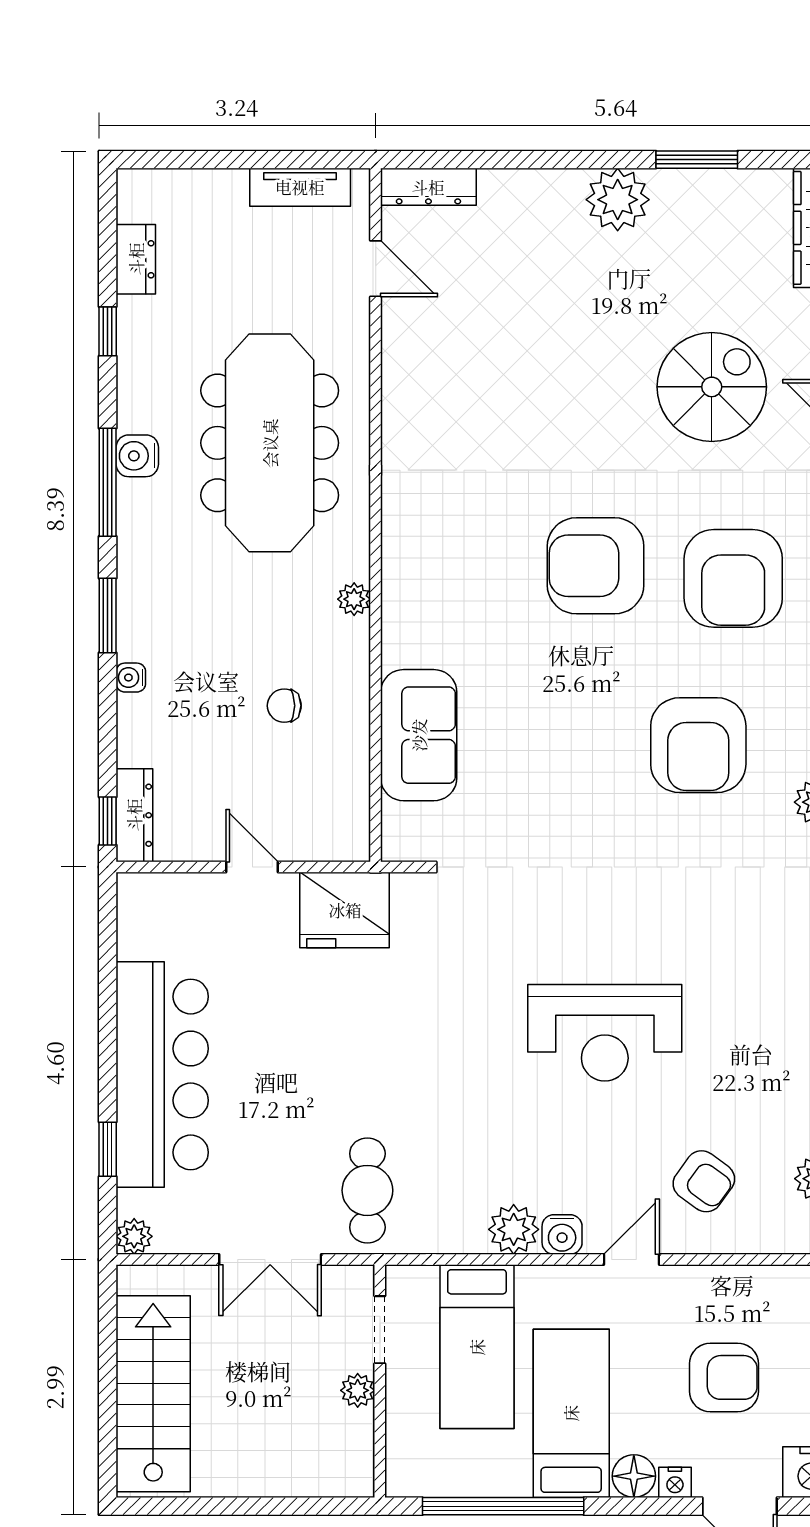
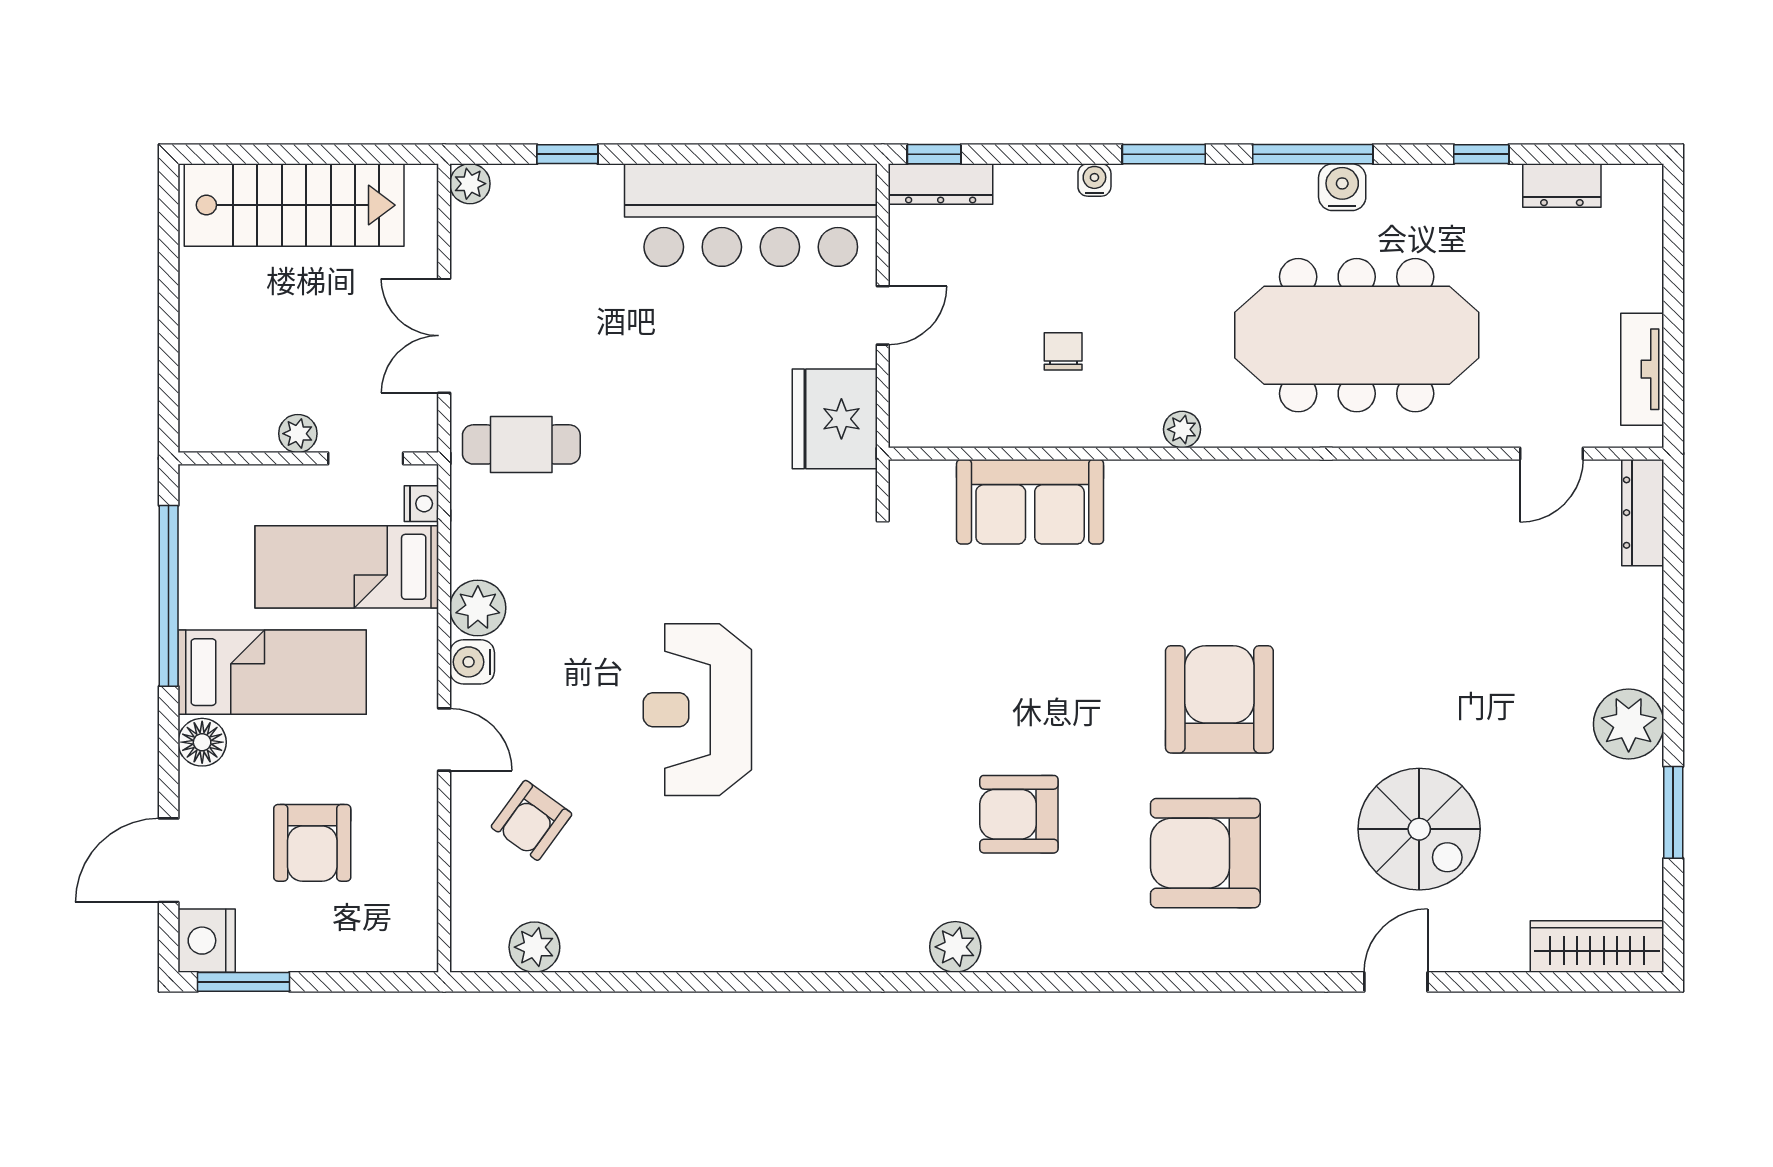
armchair: (698, 745) -> (1019, 814), width x0.73, depth x0.73
bar counter: (162, 1074) -> (751, 215), moved
nightstand: (675, 1482) -> (421, 504), moved, turned 180

